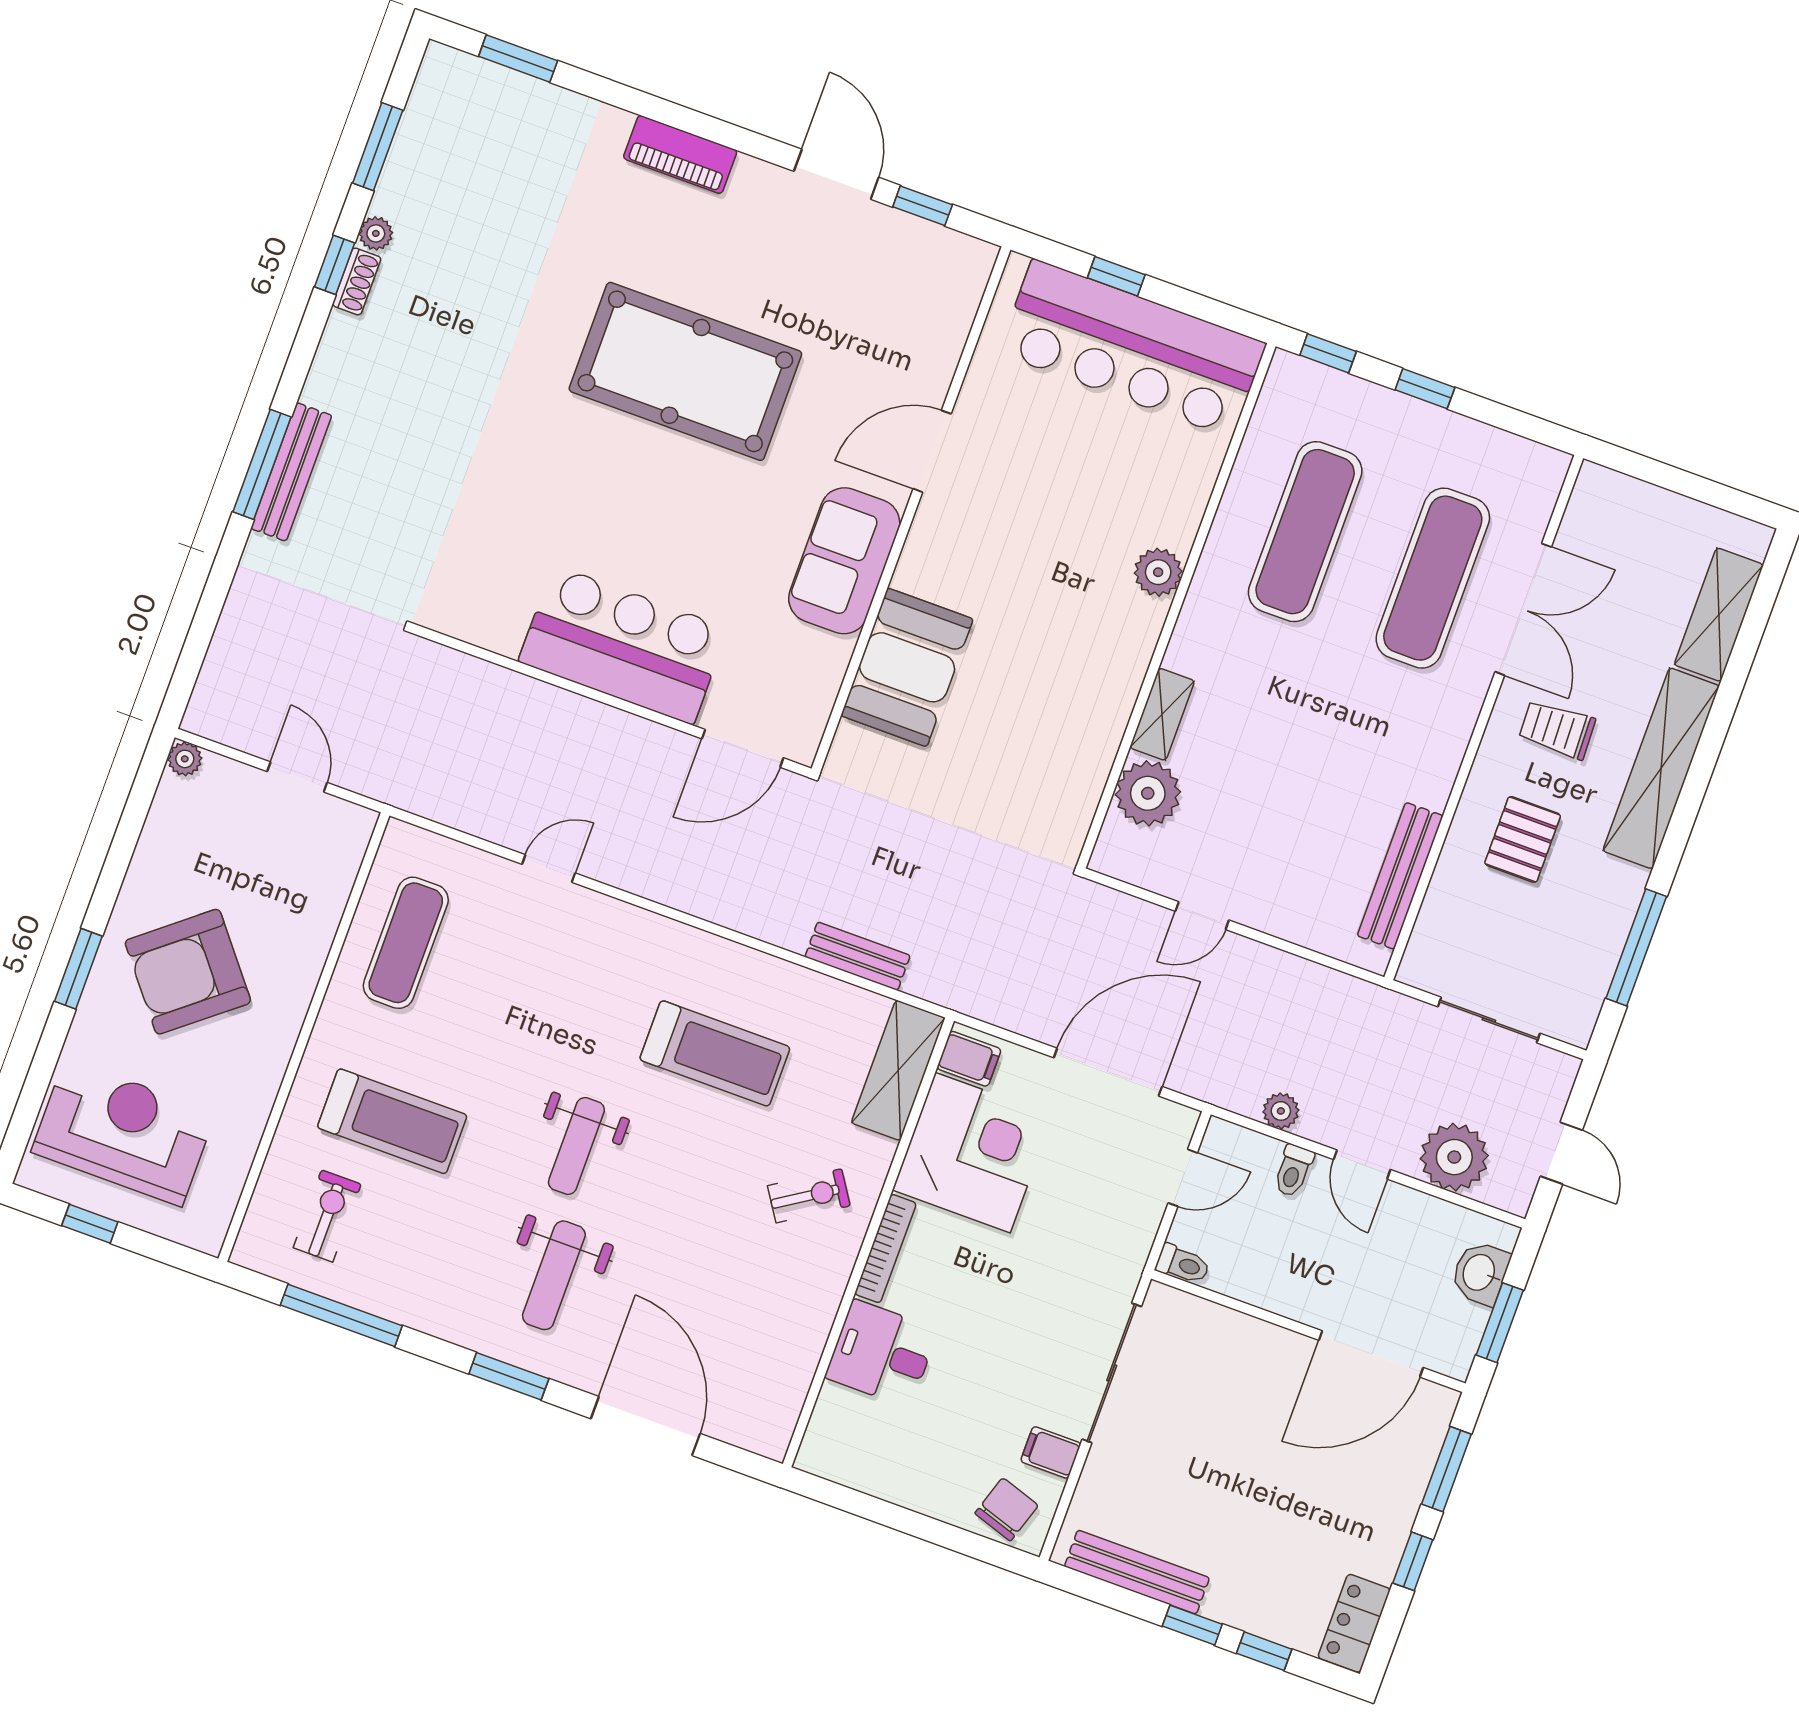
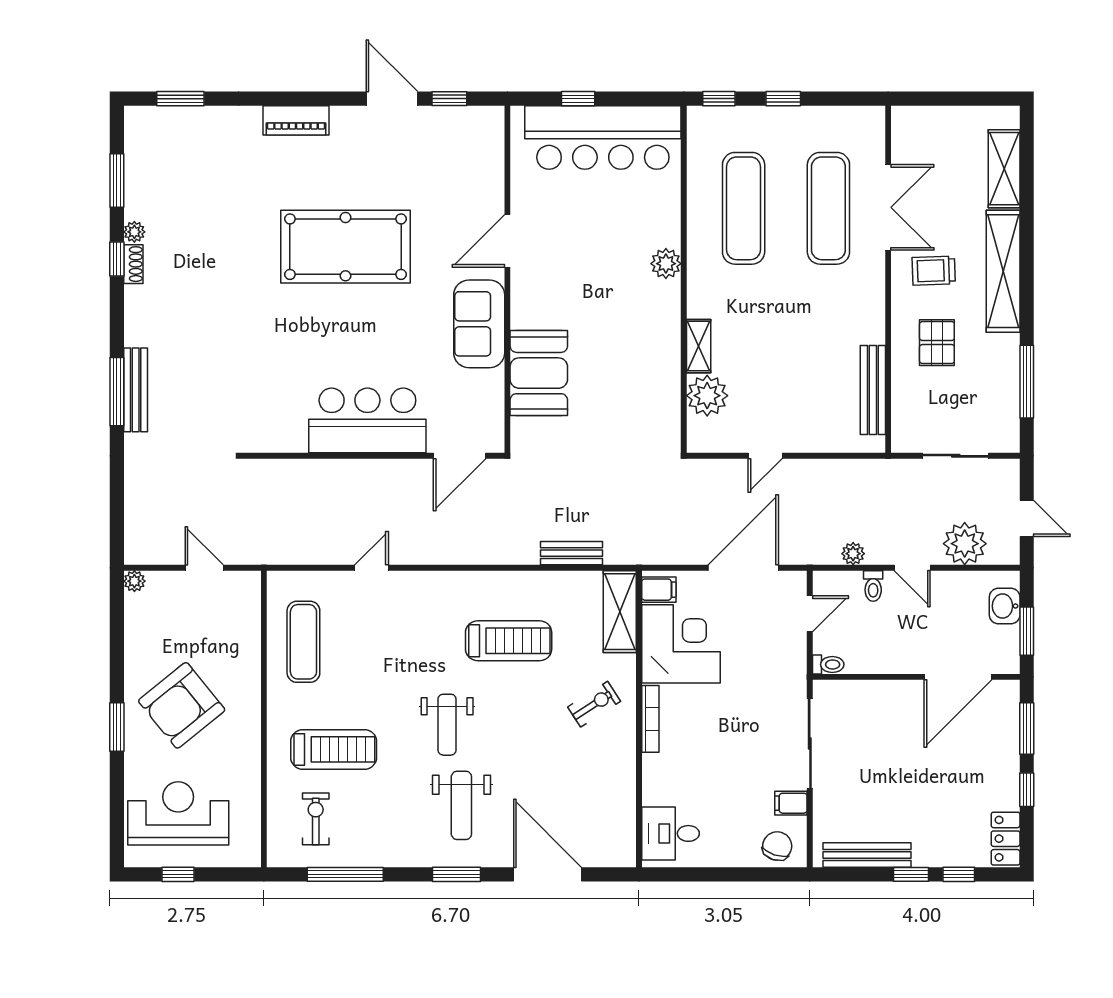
desk: (882, 1353) -> (671, 833), moved

